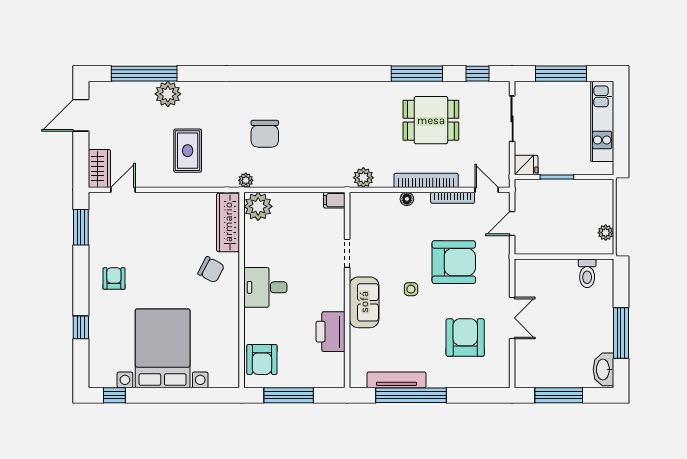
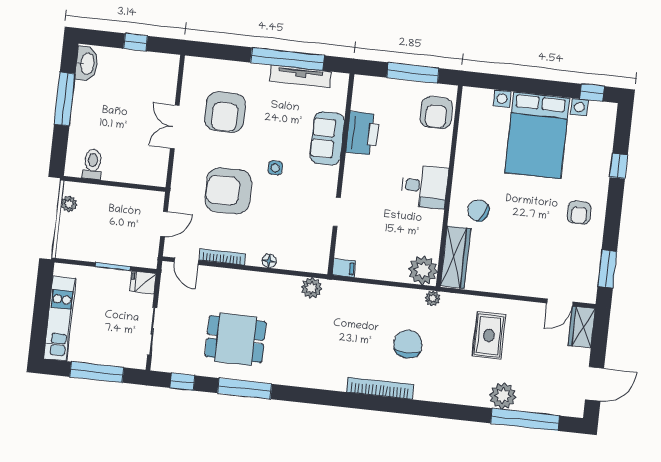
bookcase: (426, 180) -> (380, 388), moved, turned 180
sofa: (364, 302) -> (327, 138), moved
armchair: (262, 360) -> (436, 113), turned 180
window: (559, 395) -> (136, 42), width x0.46

